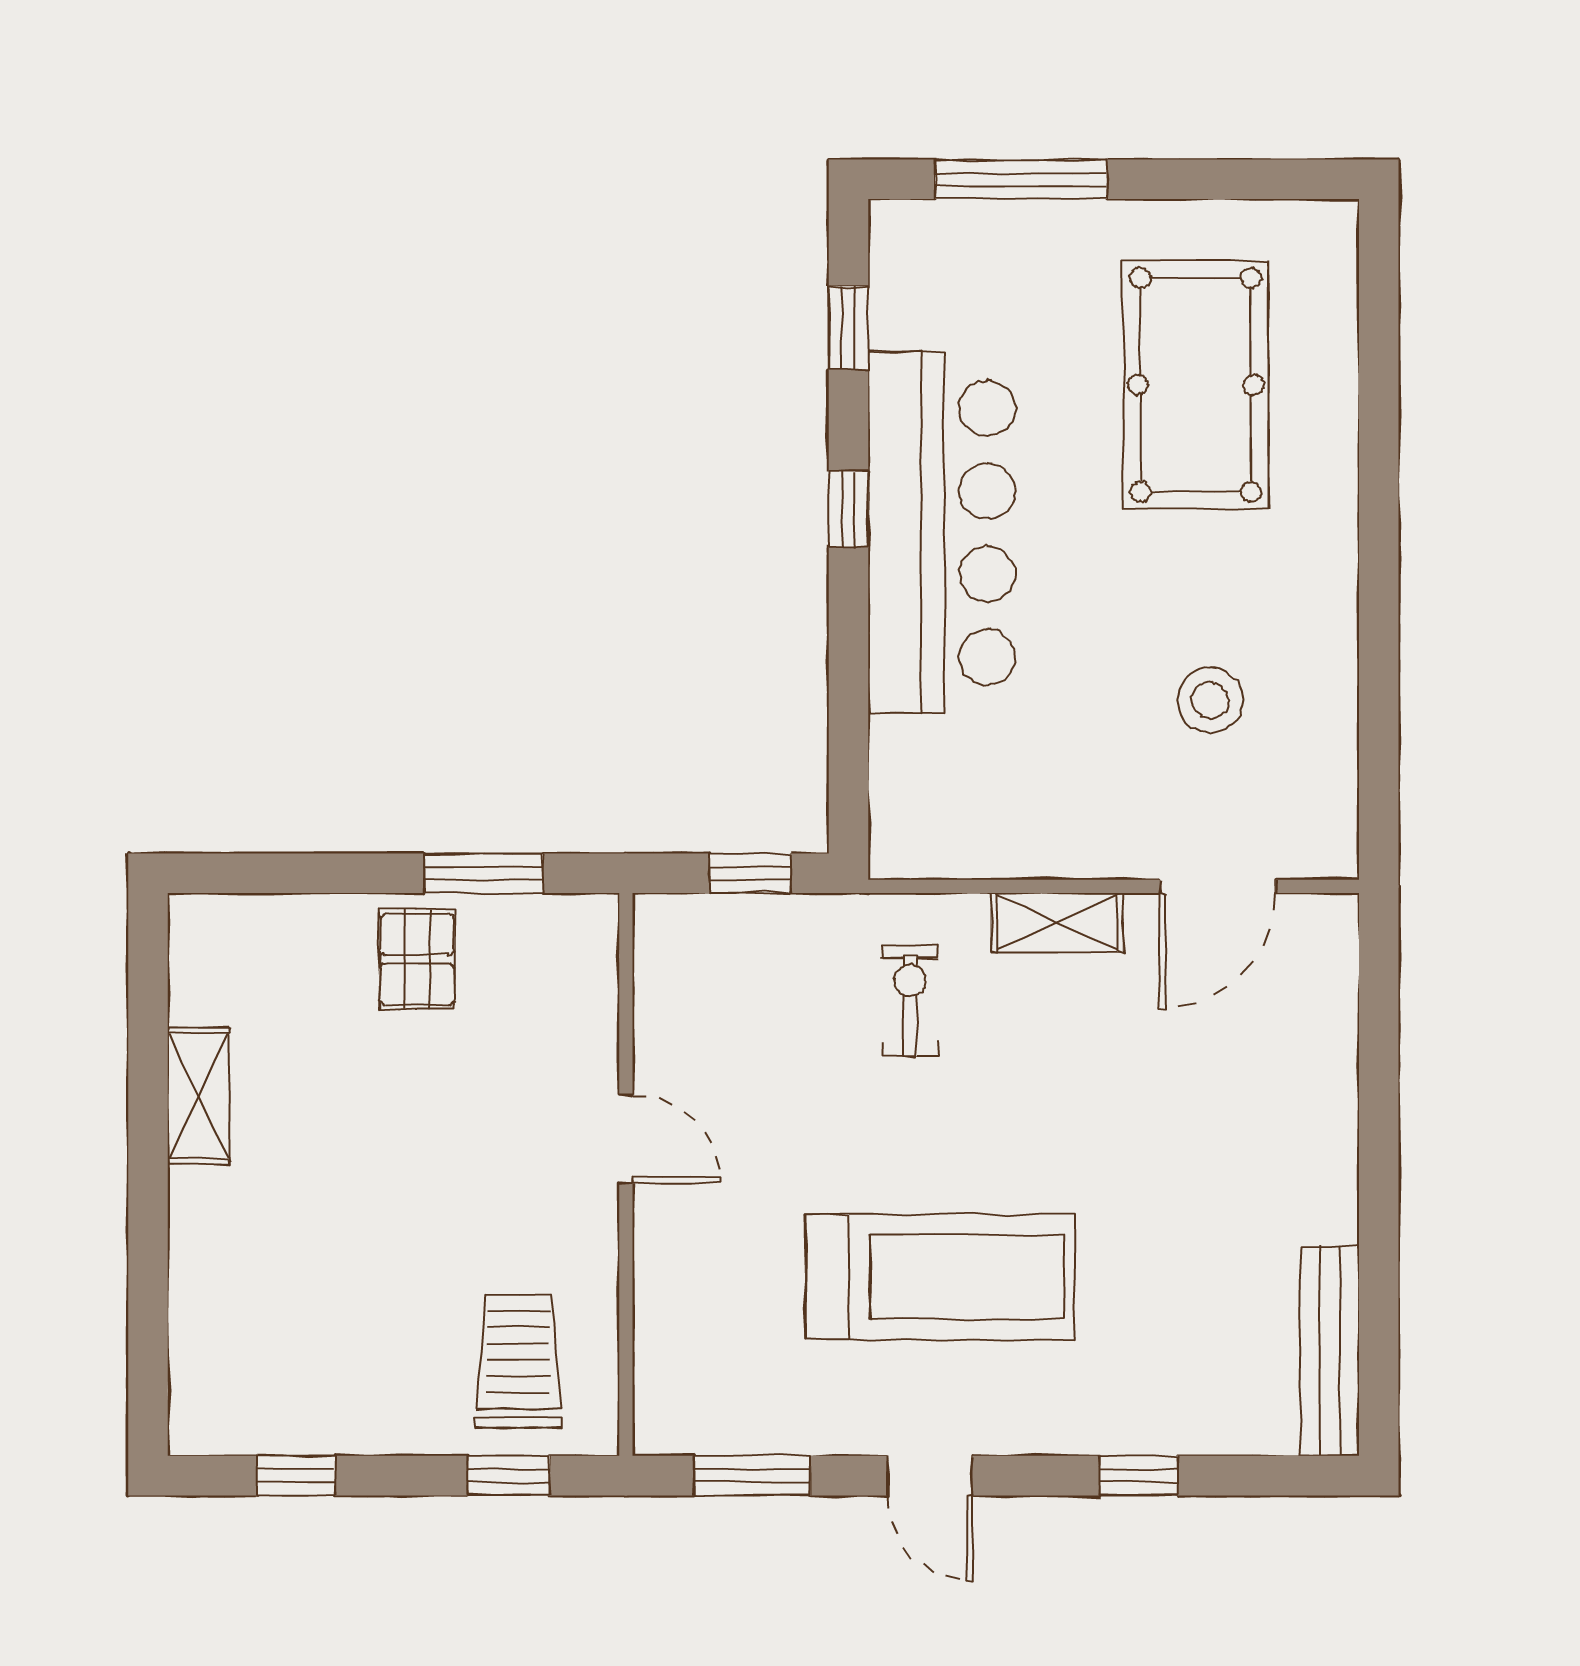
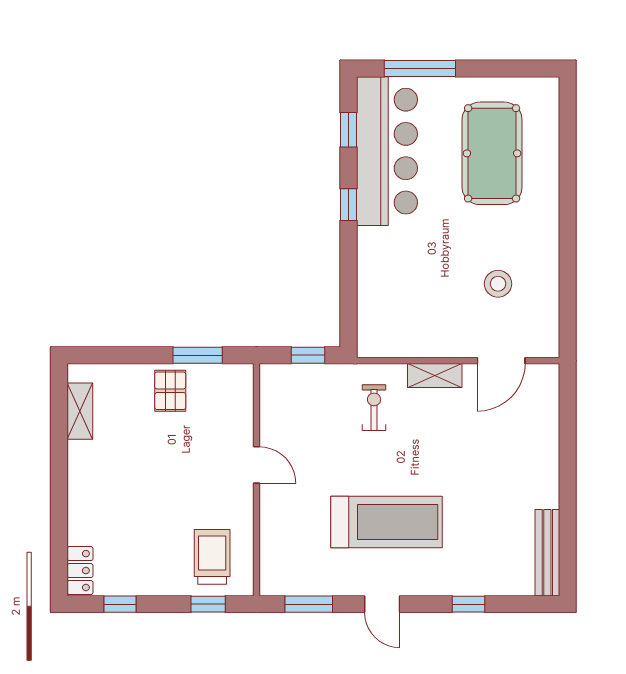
bar counter: (942, 533) -> (387, 151), moved
shelving: (198, 1096) -> (80, 411), moved
locker: (199, 1394) -> (80, 571), added

